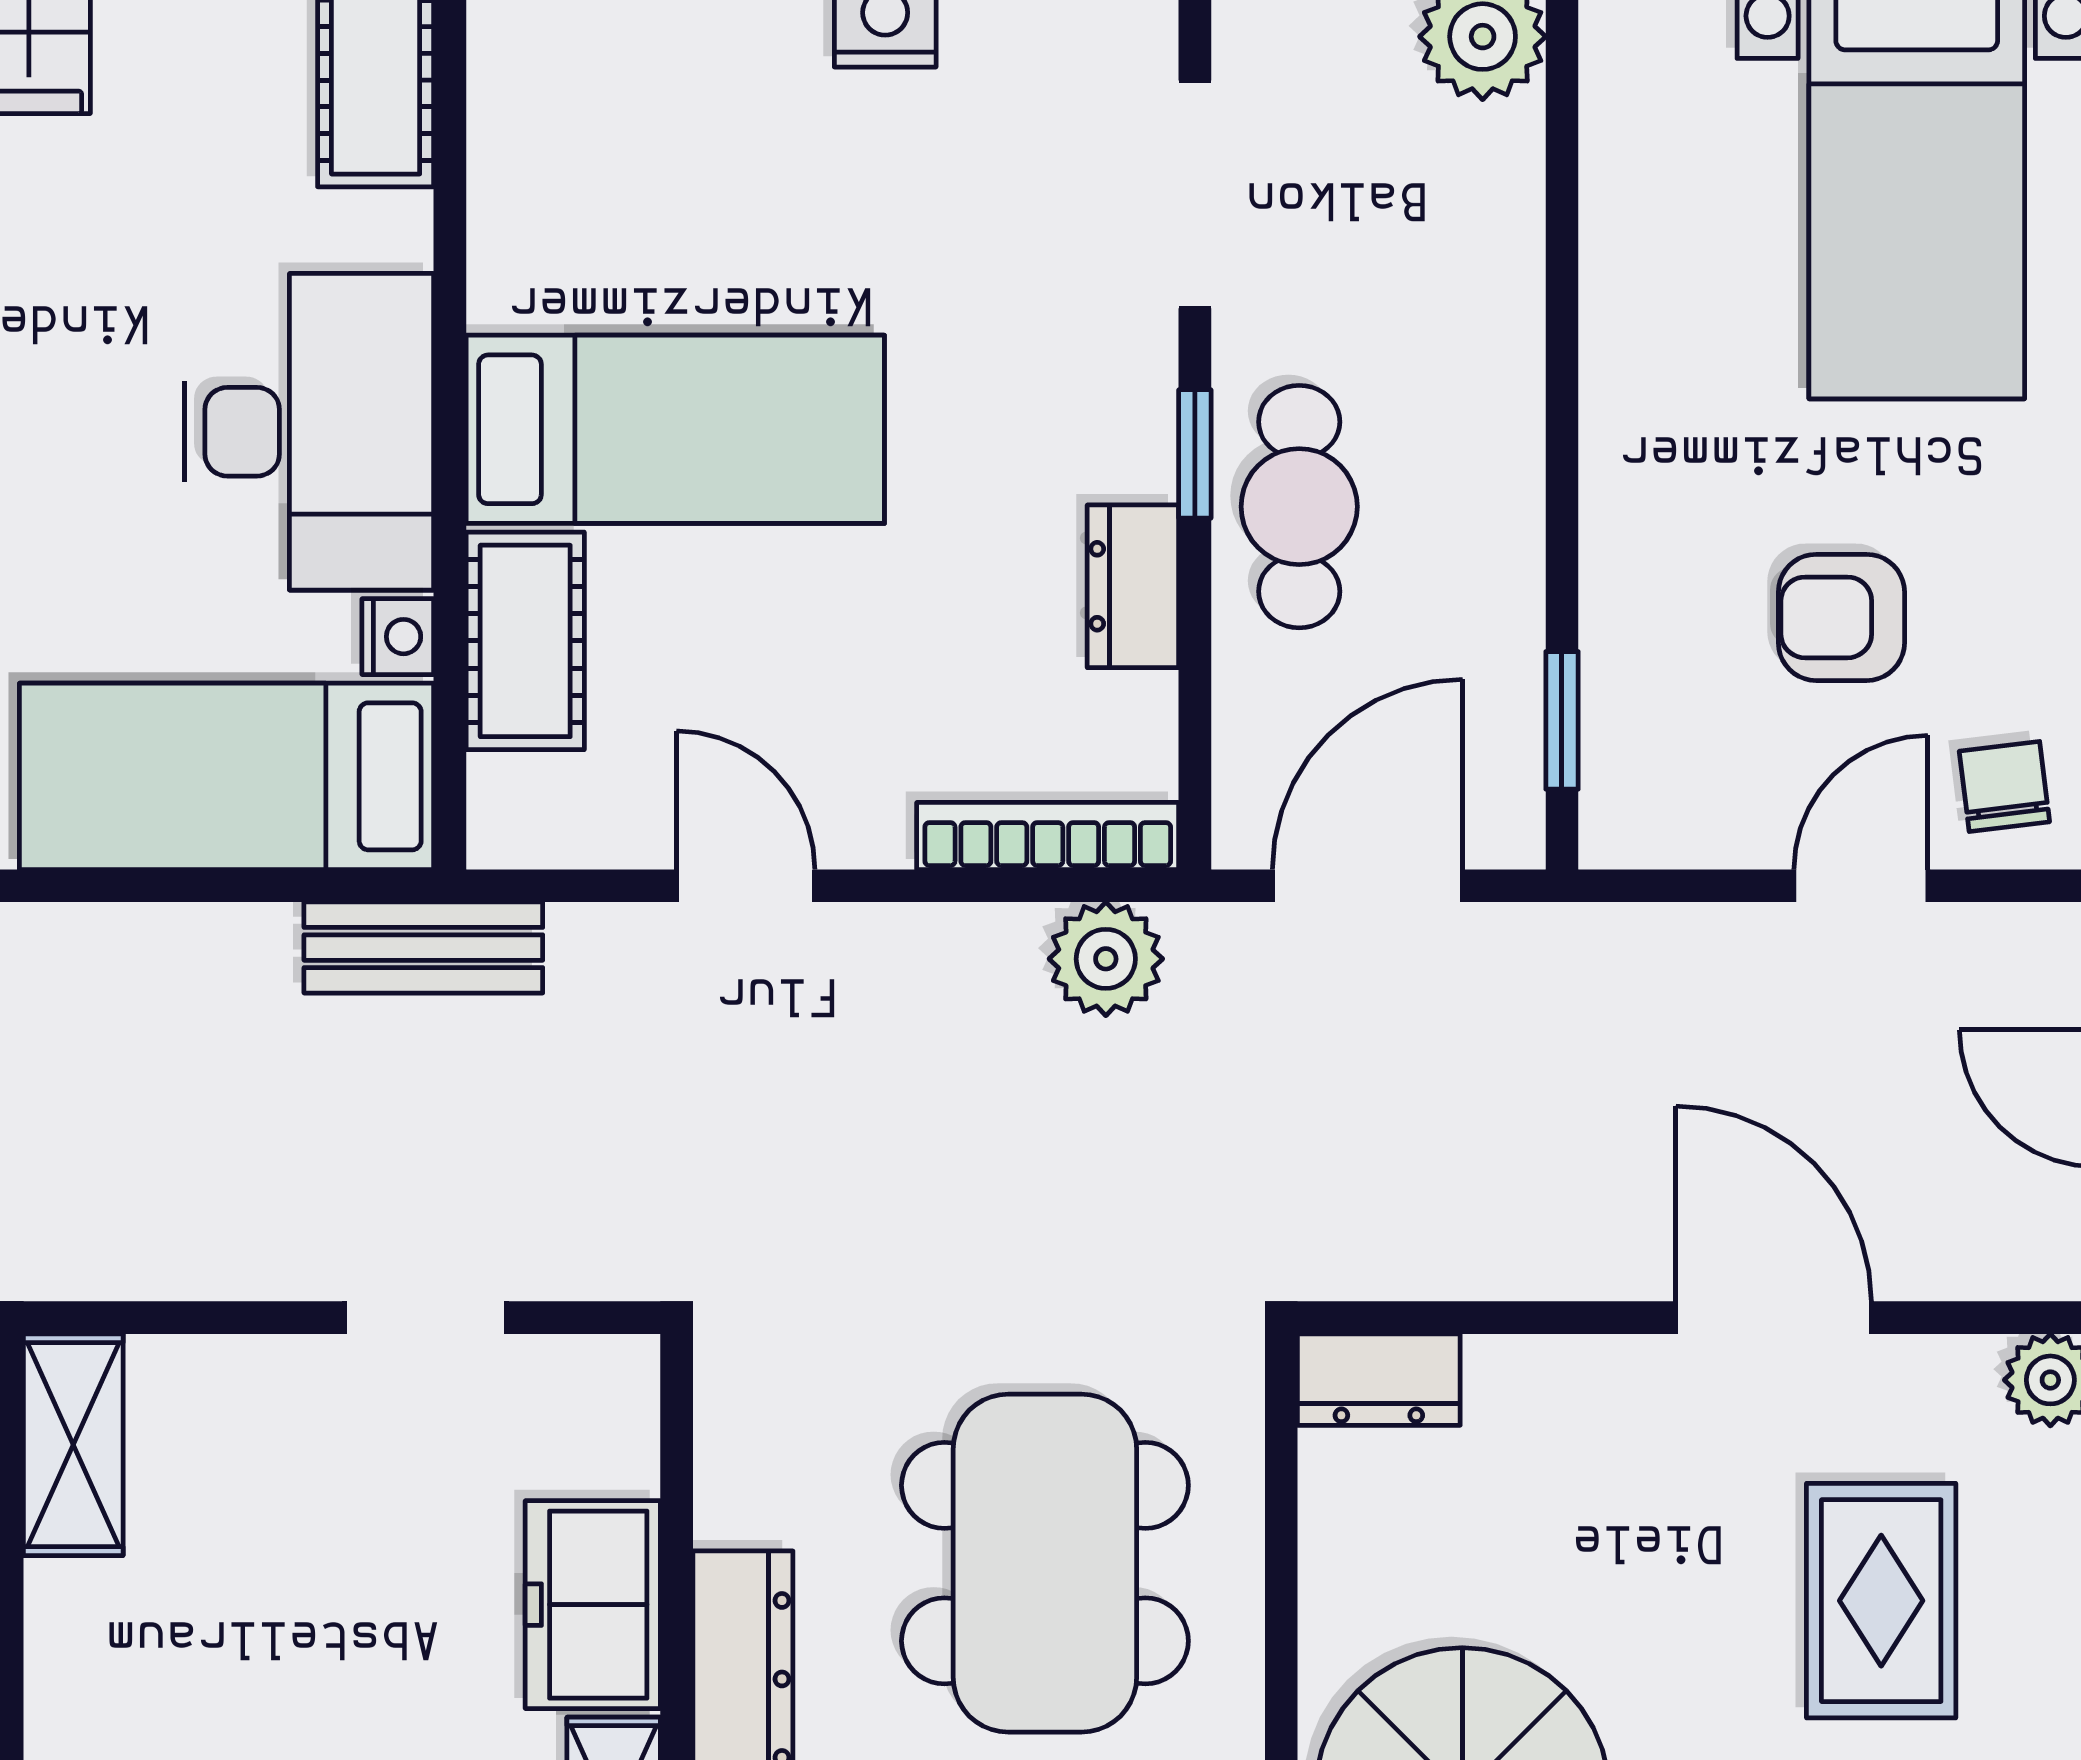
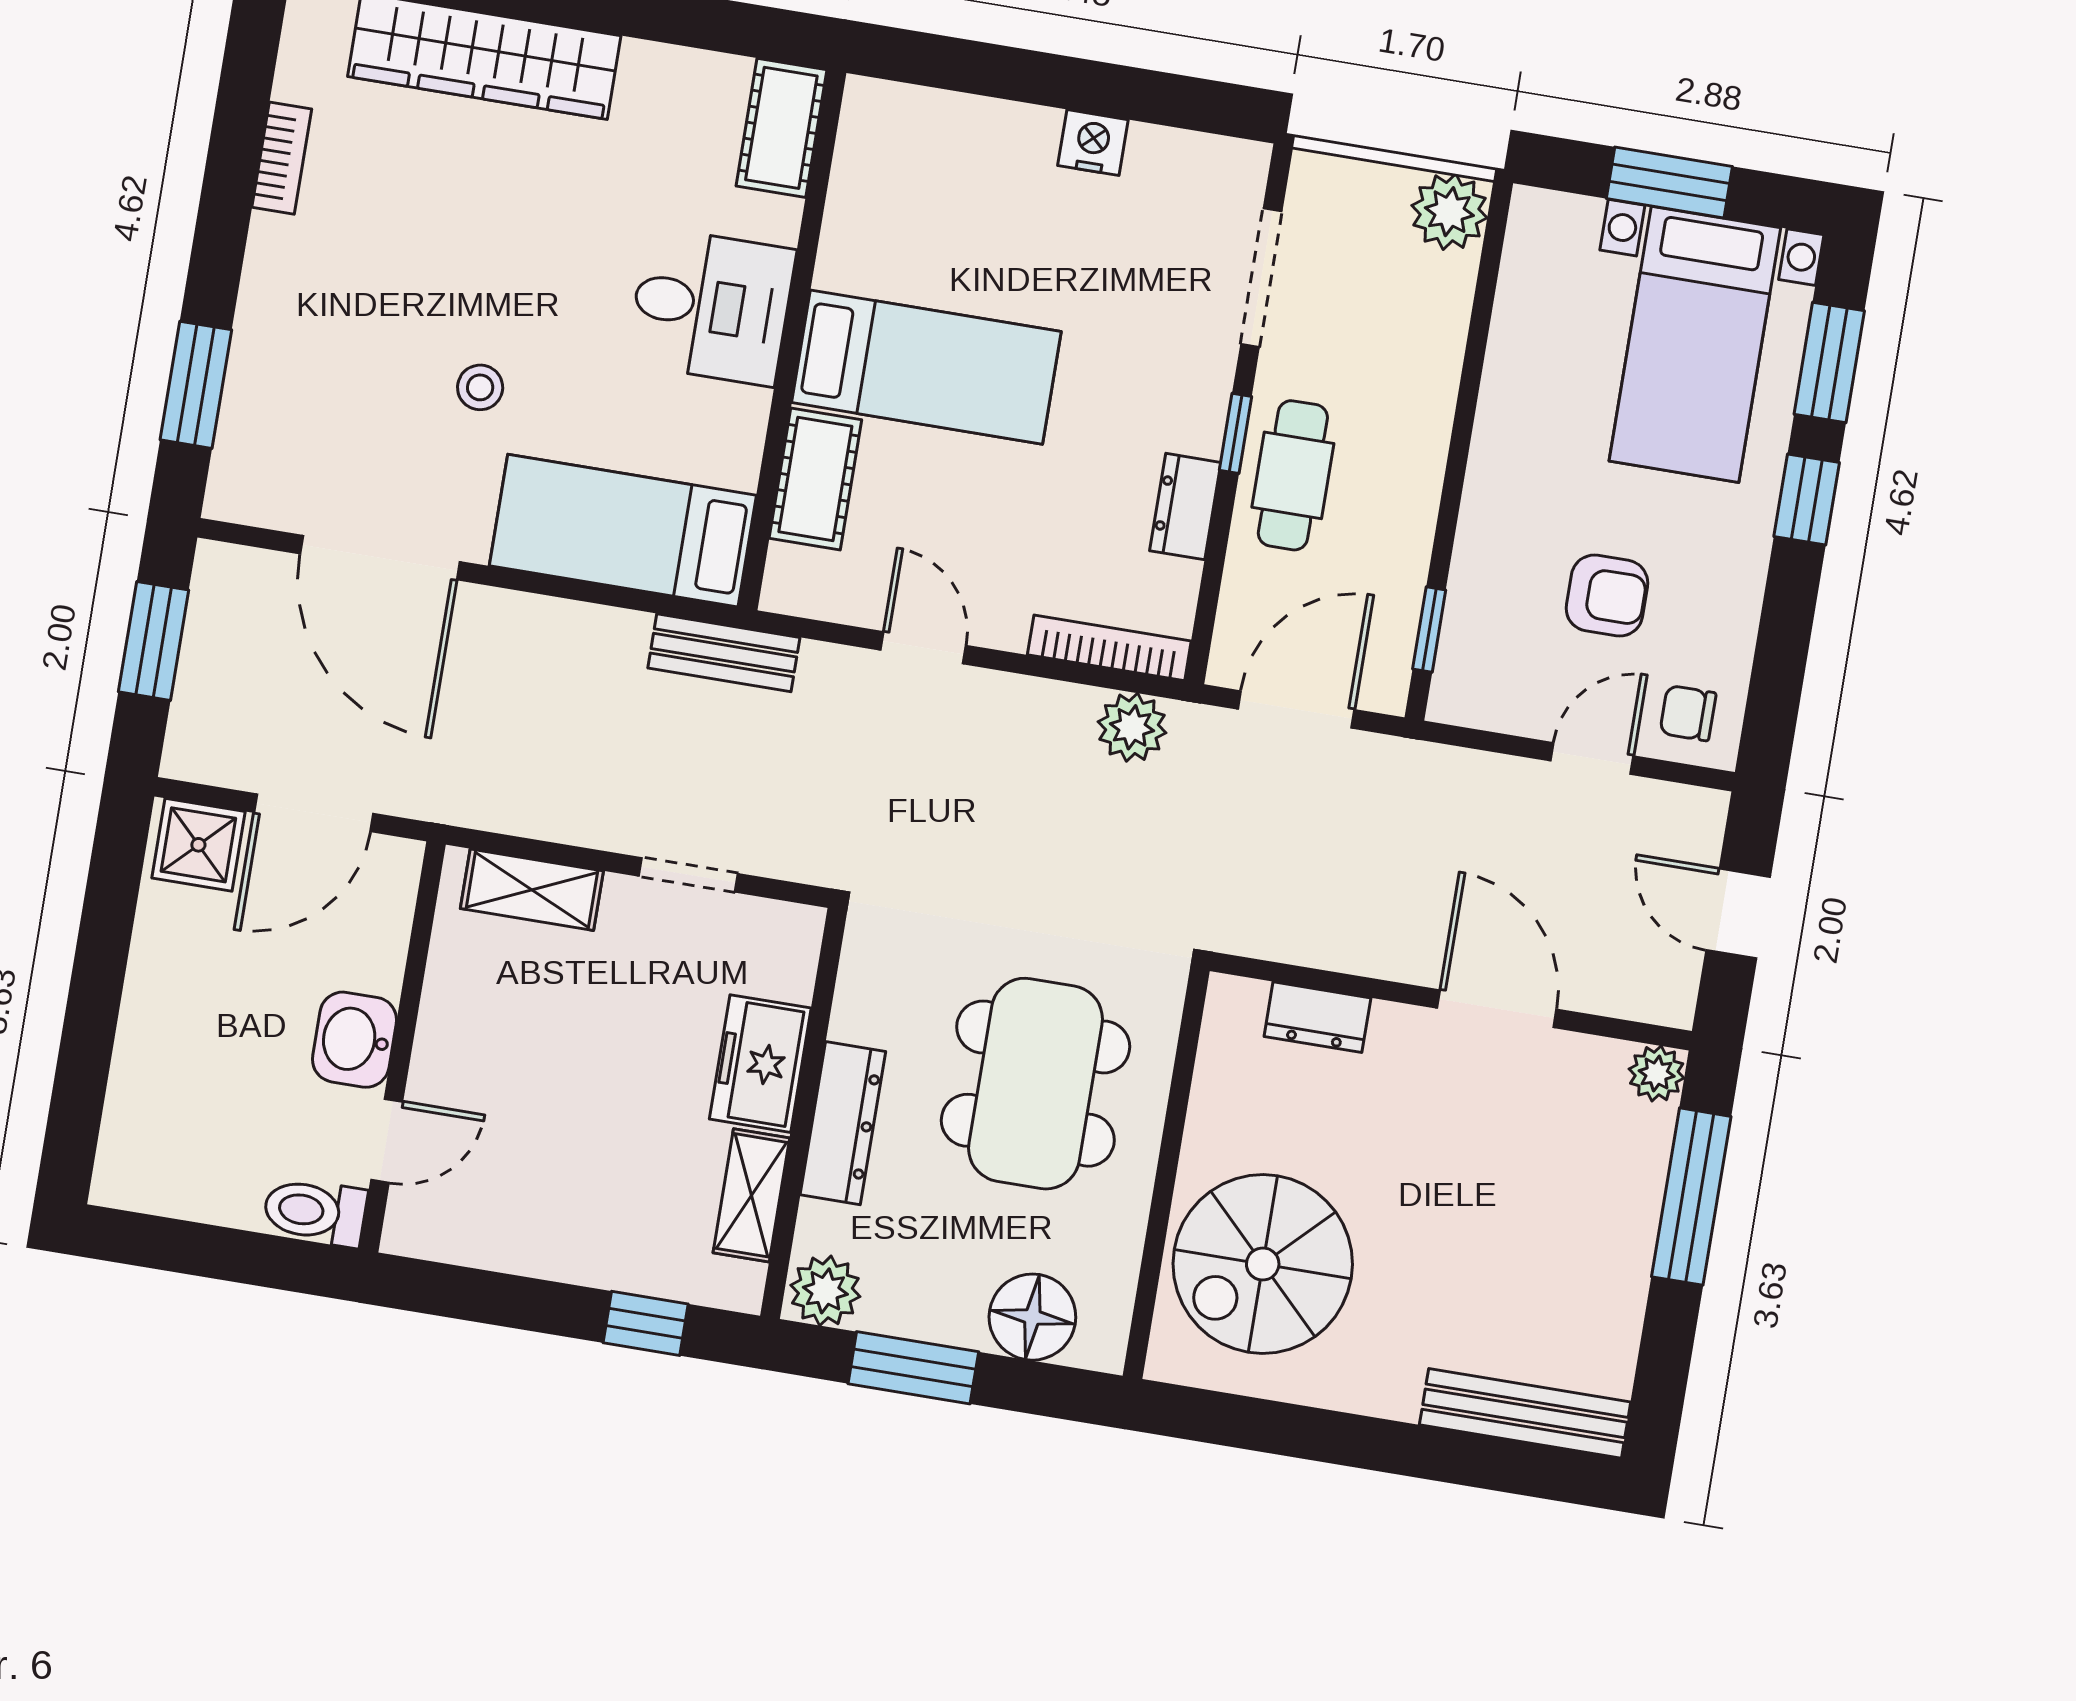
desk: (309, 432) -> (711, 306), width x0.73
armchair: (1841, 617) -> (1607, 596), turned 180
nightstand: (398, 637) -> (739, 464), removed
chair: (2004, 786) -> (1688, 713), turned -83
dresser: (1379, 1380) -> (1317, 1017), moved
shelving: (73, 1445) -> (532, 890), moved, turned 90
rug: (1881, 1601) -> (1533, 1189), removed

